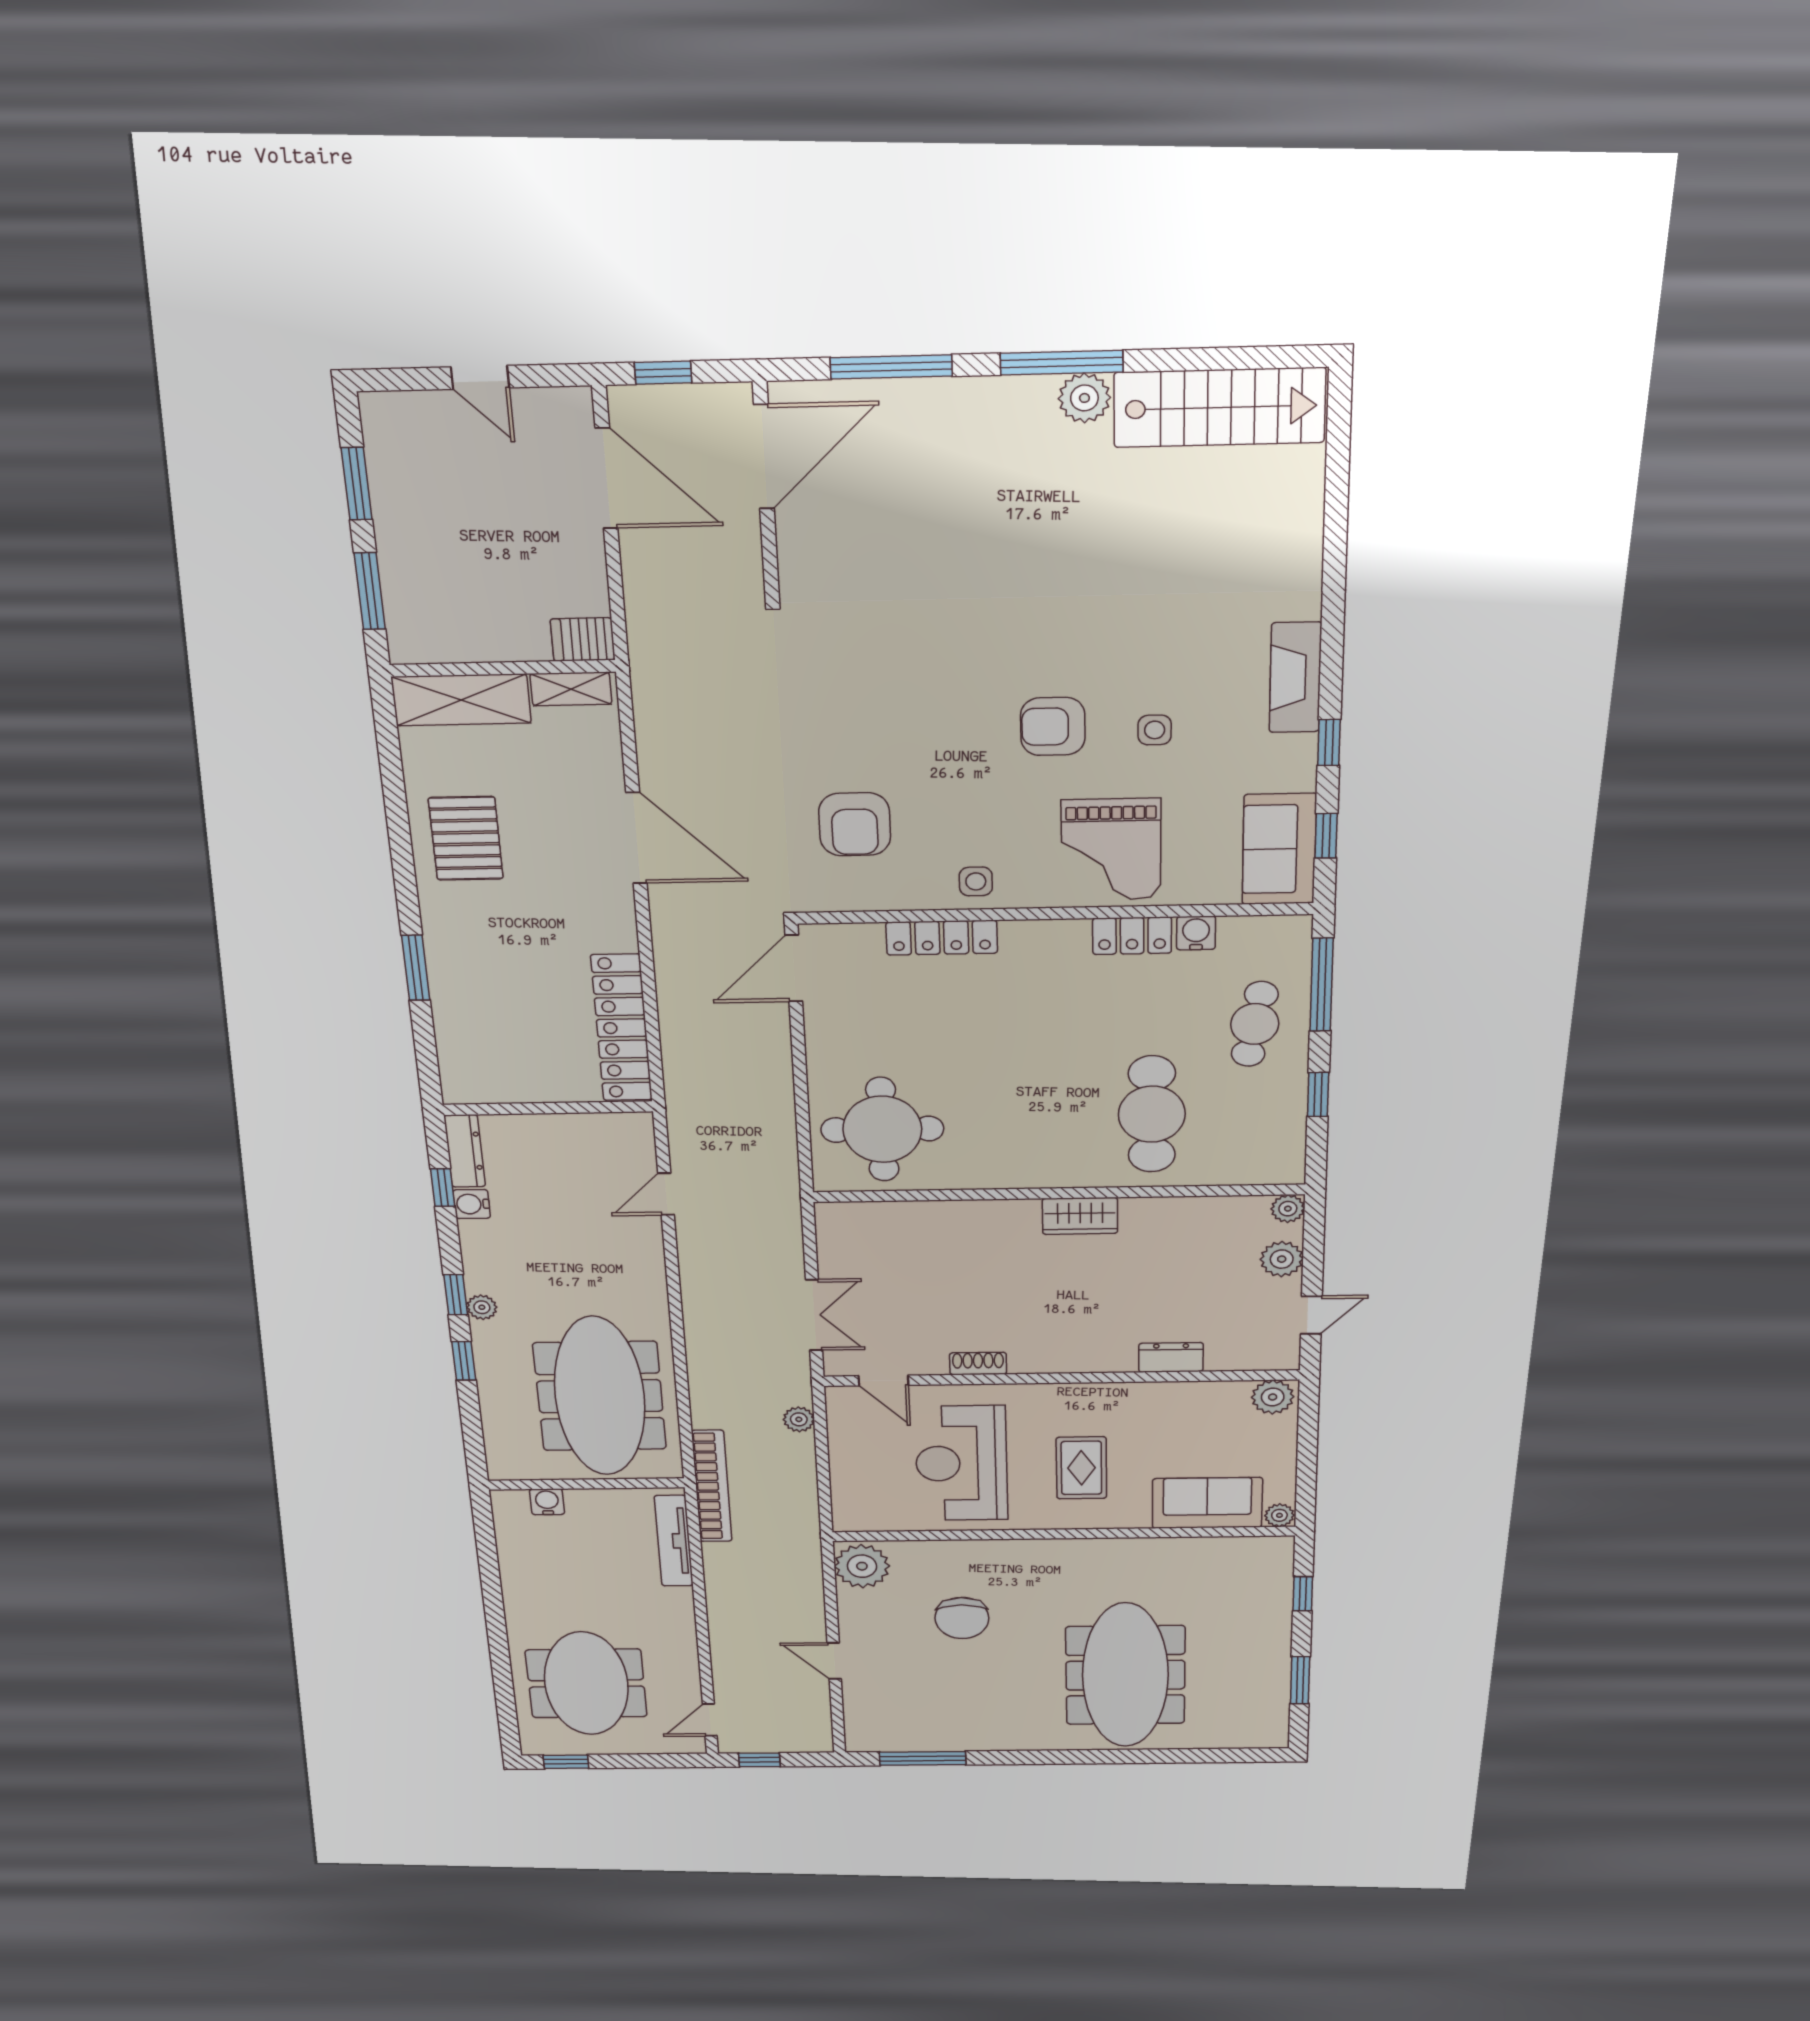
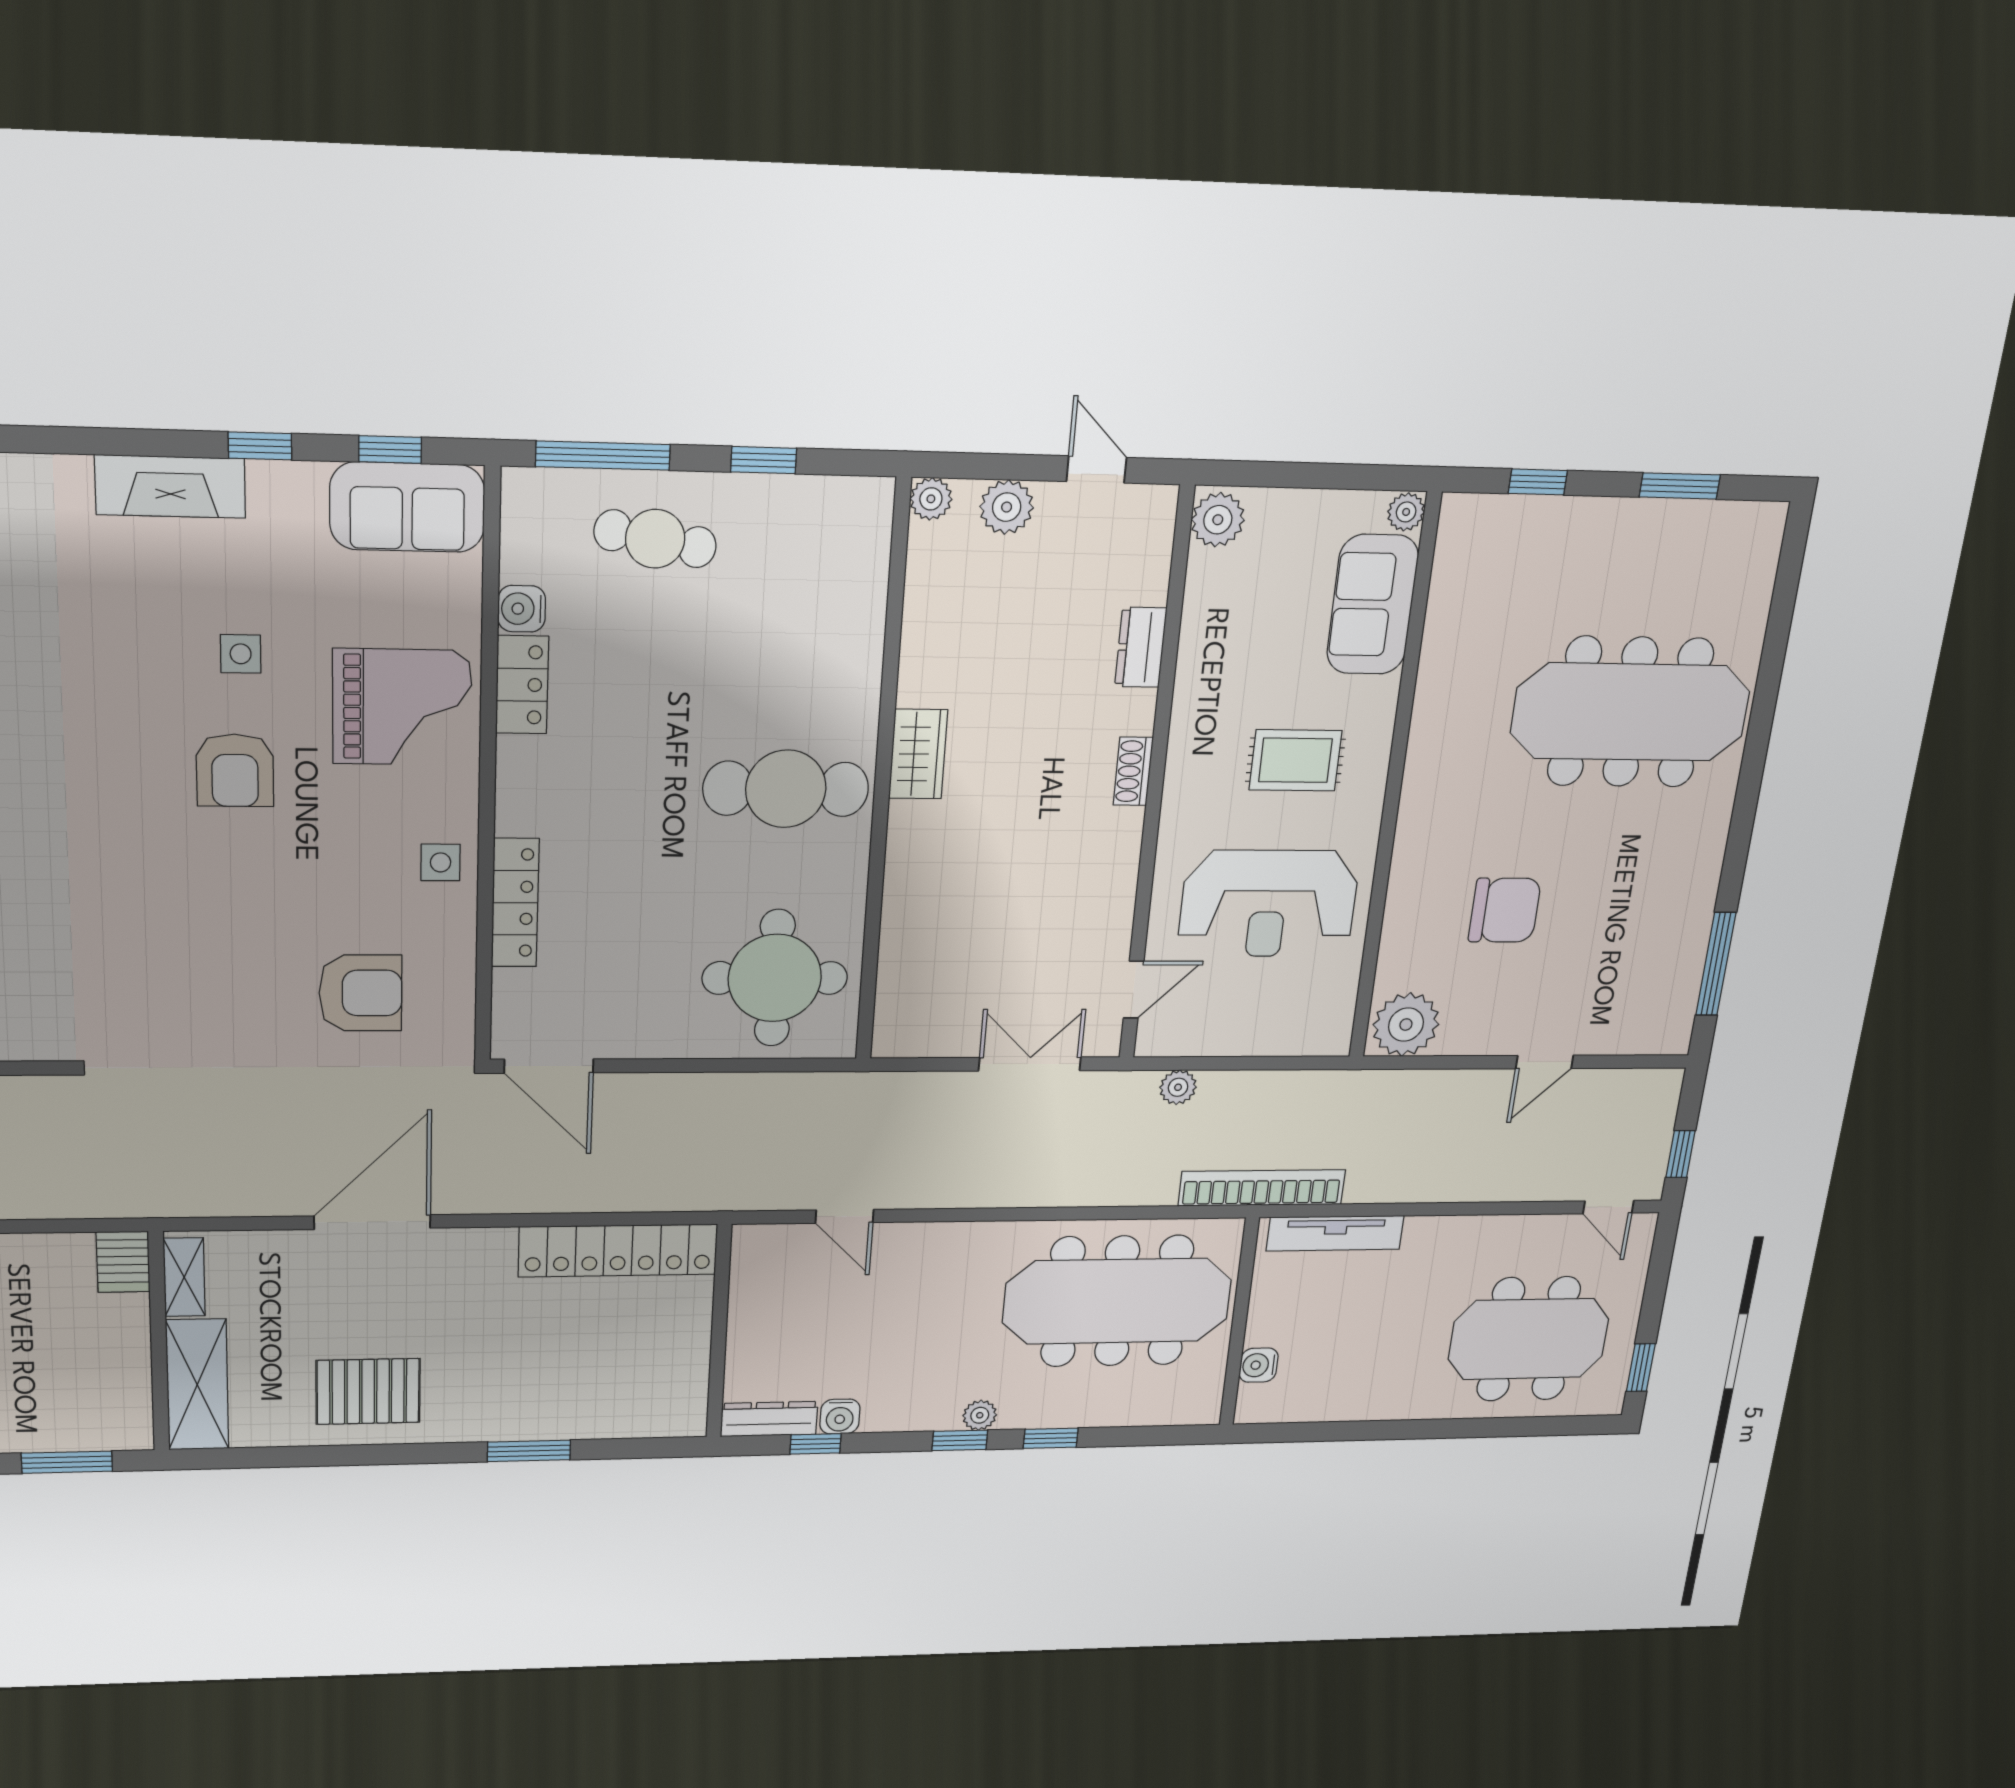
cafe table: (1152, 1114) -> (786, 789), moved
shoe rack: (978, 1363) -> (1133, 771), moved

